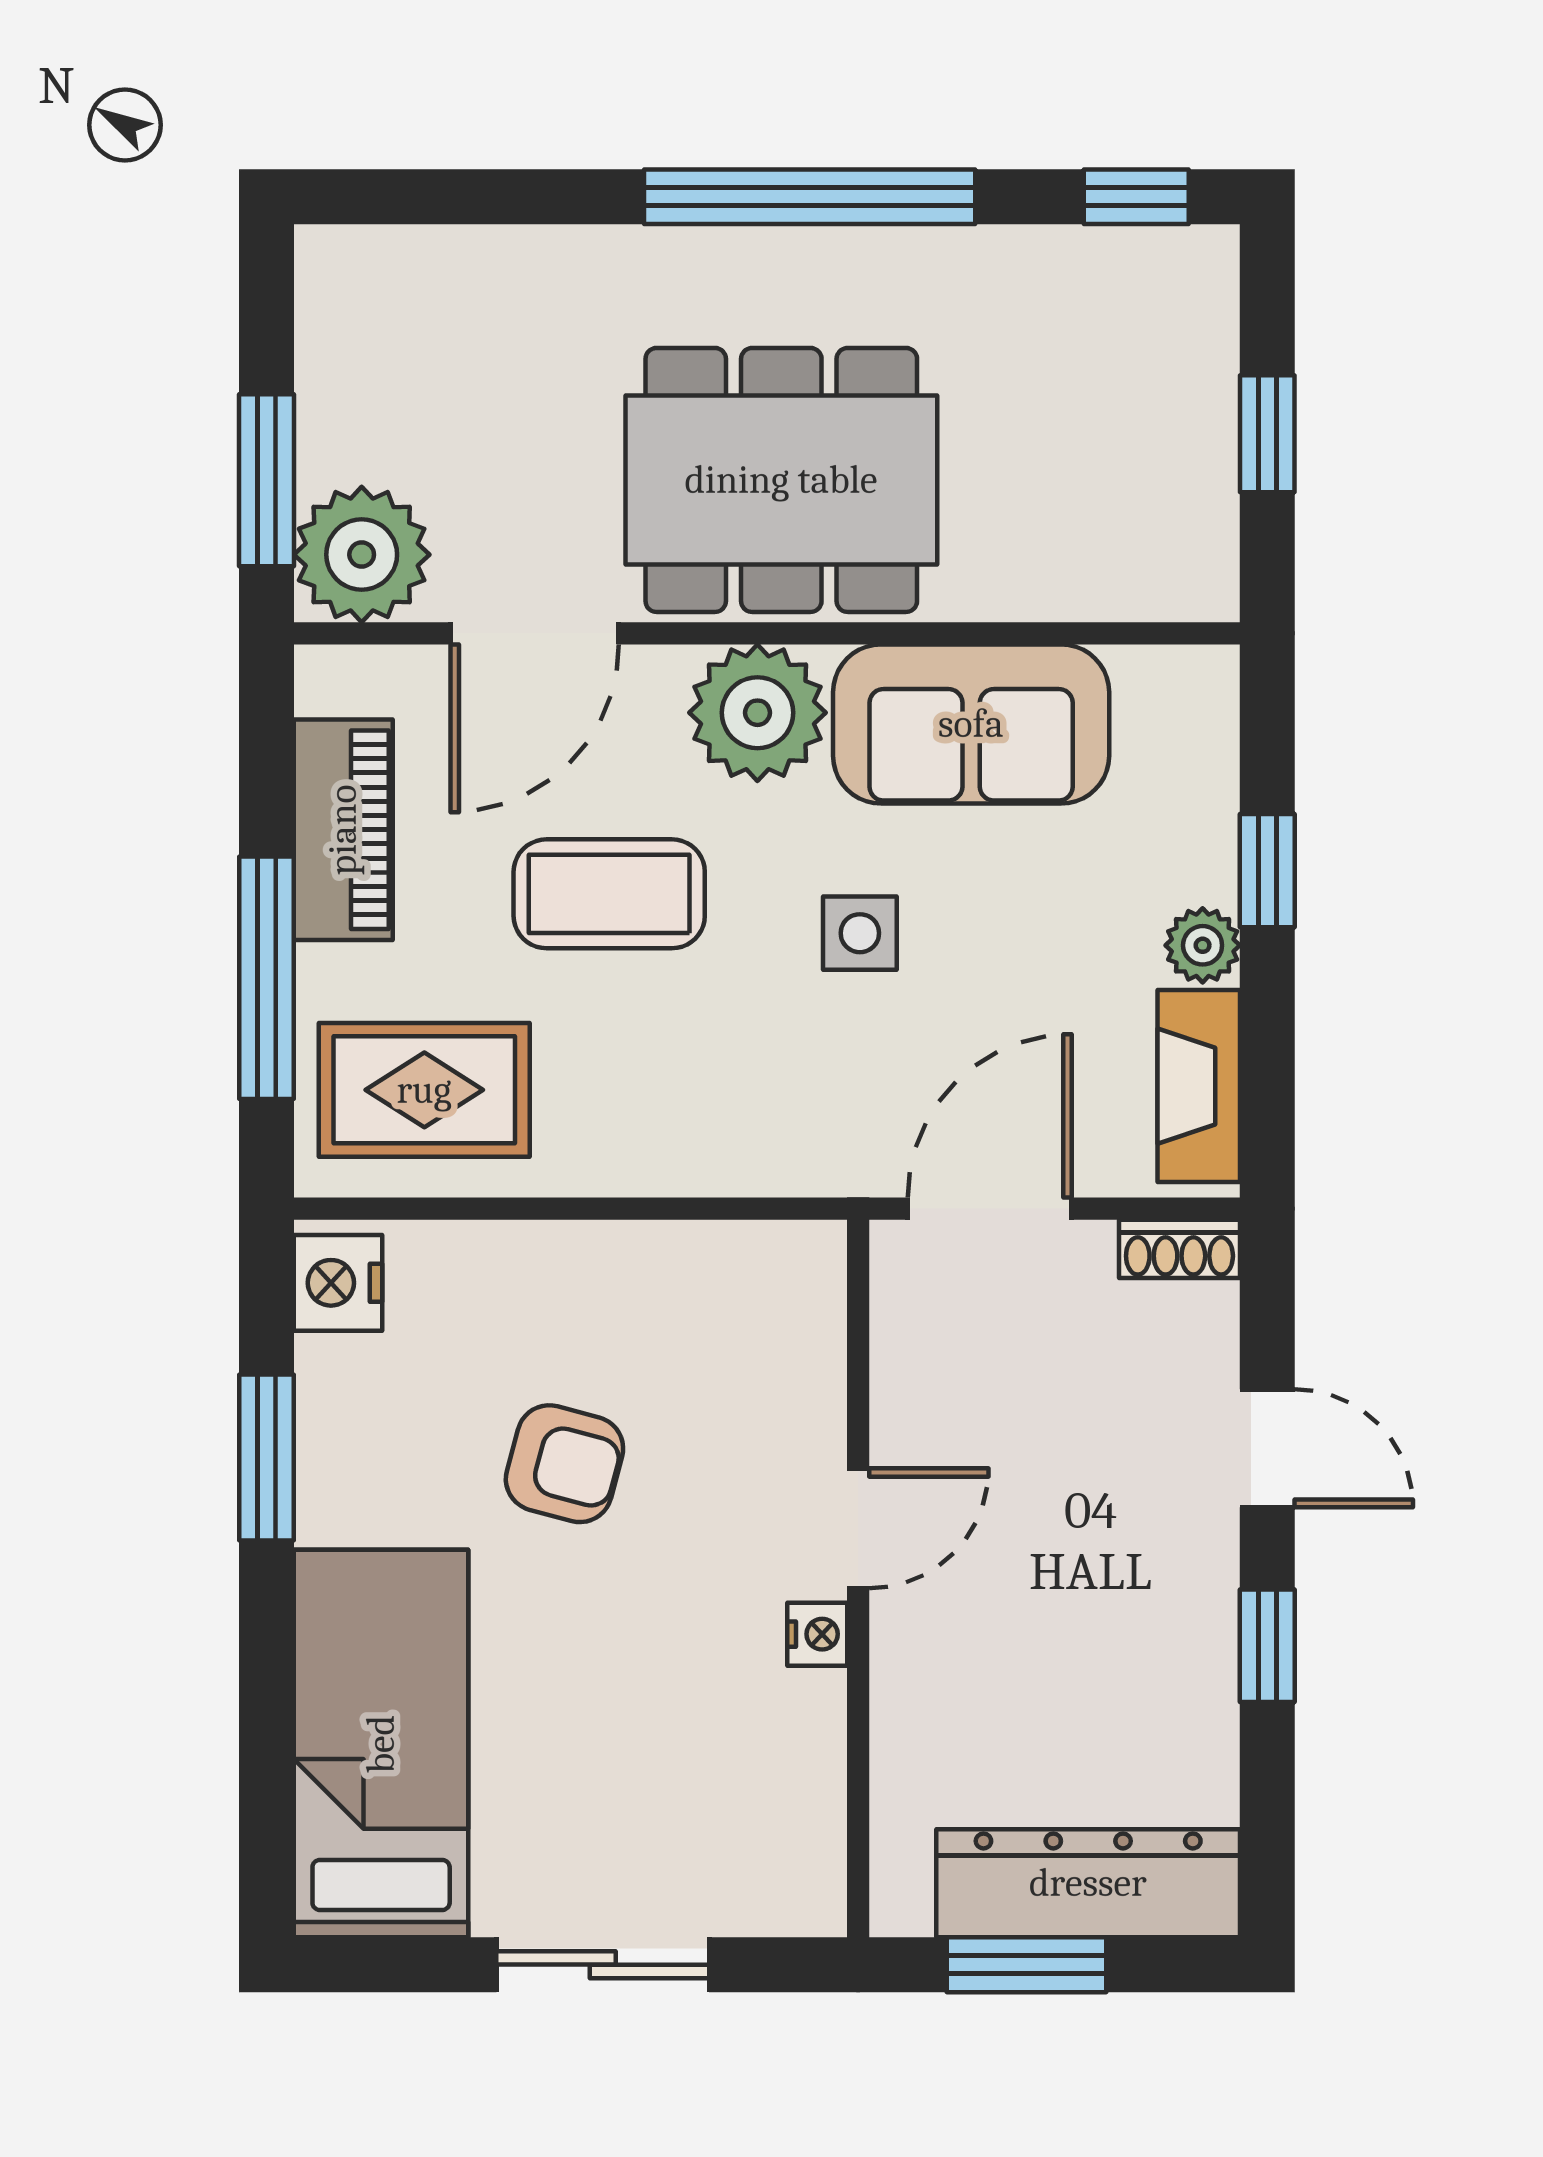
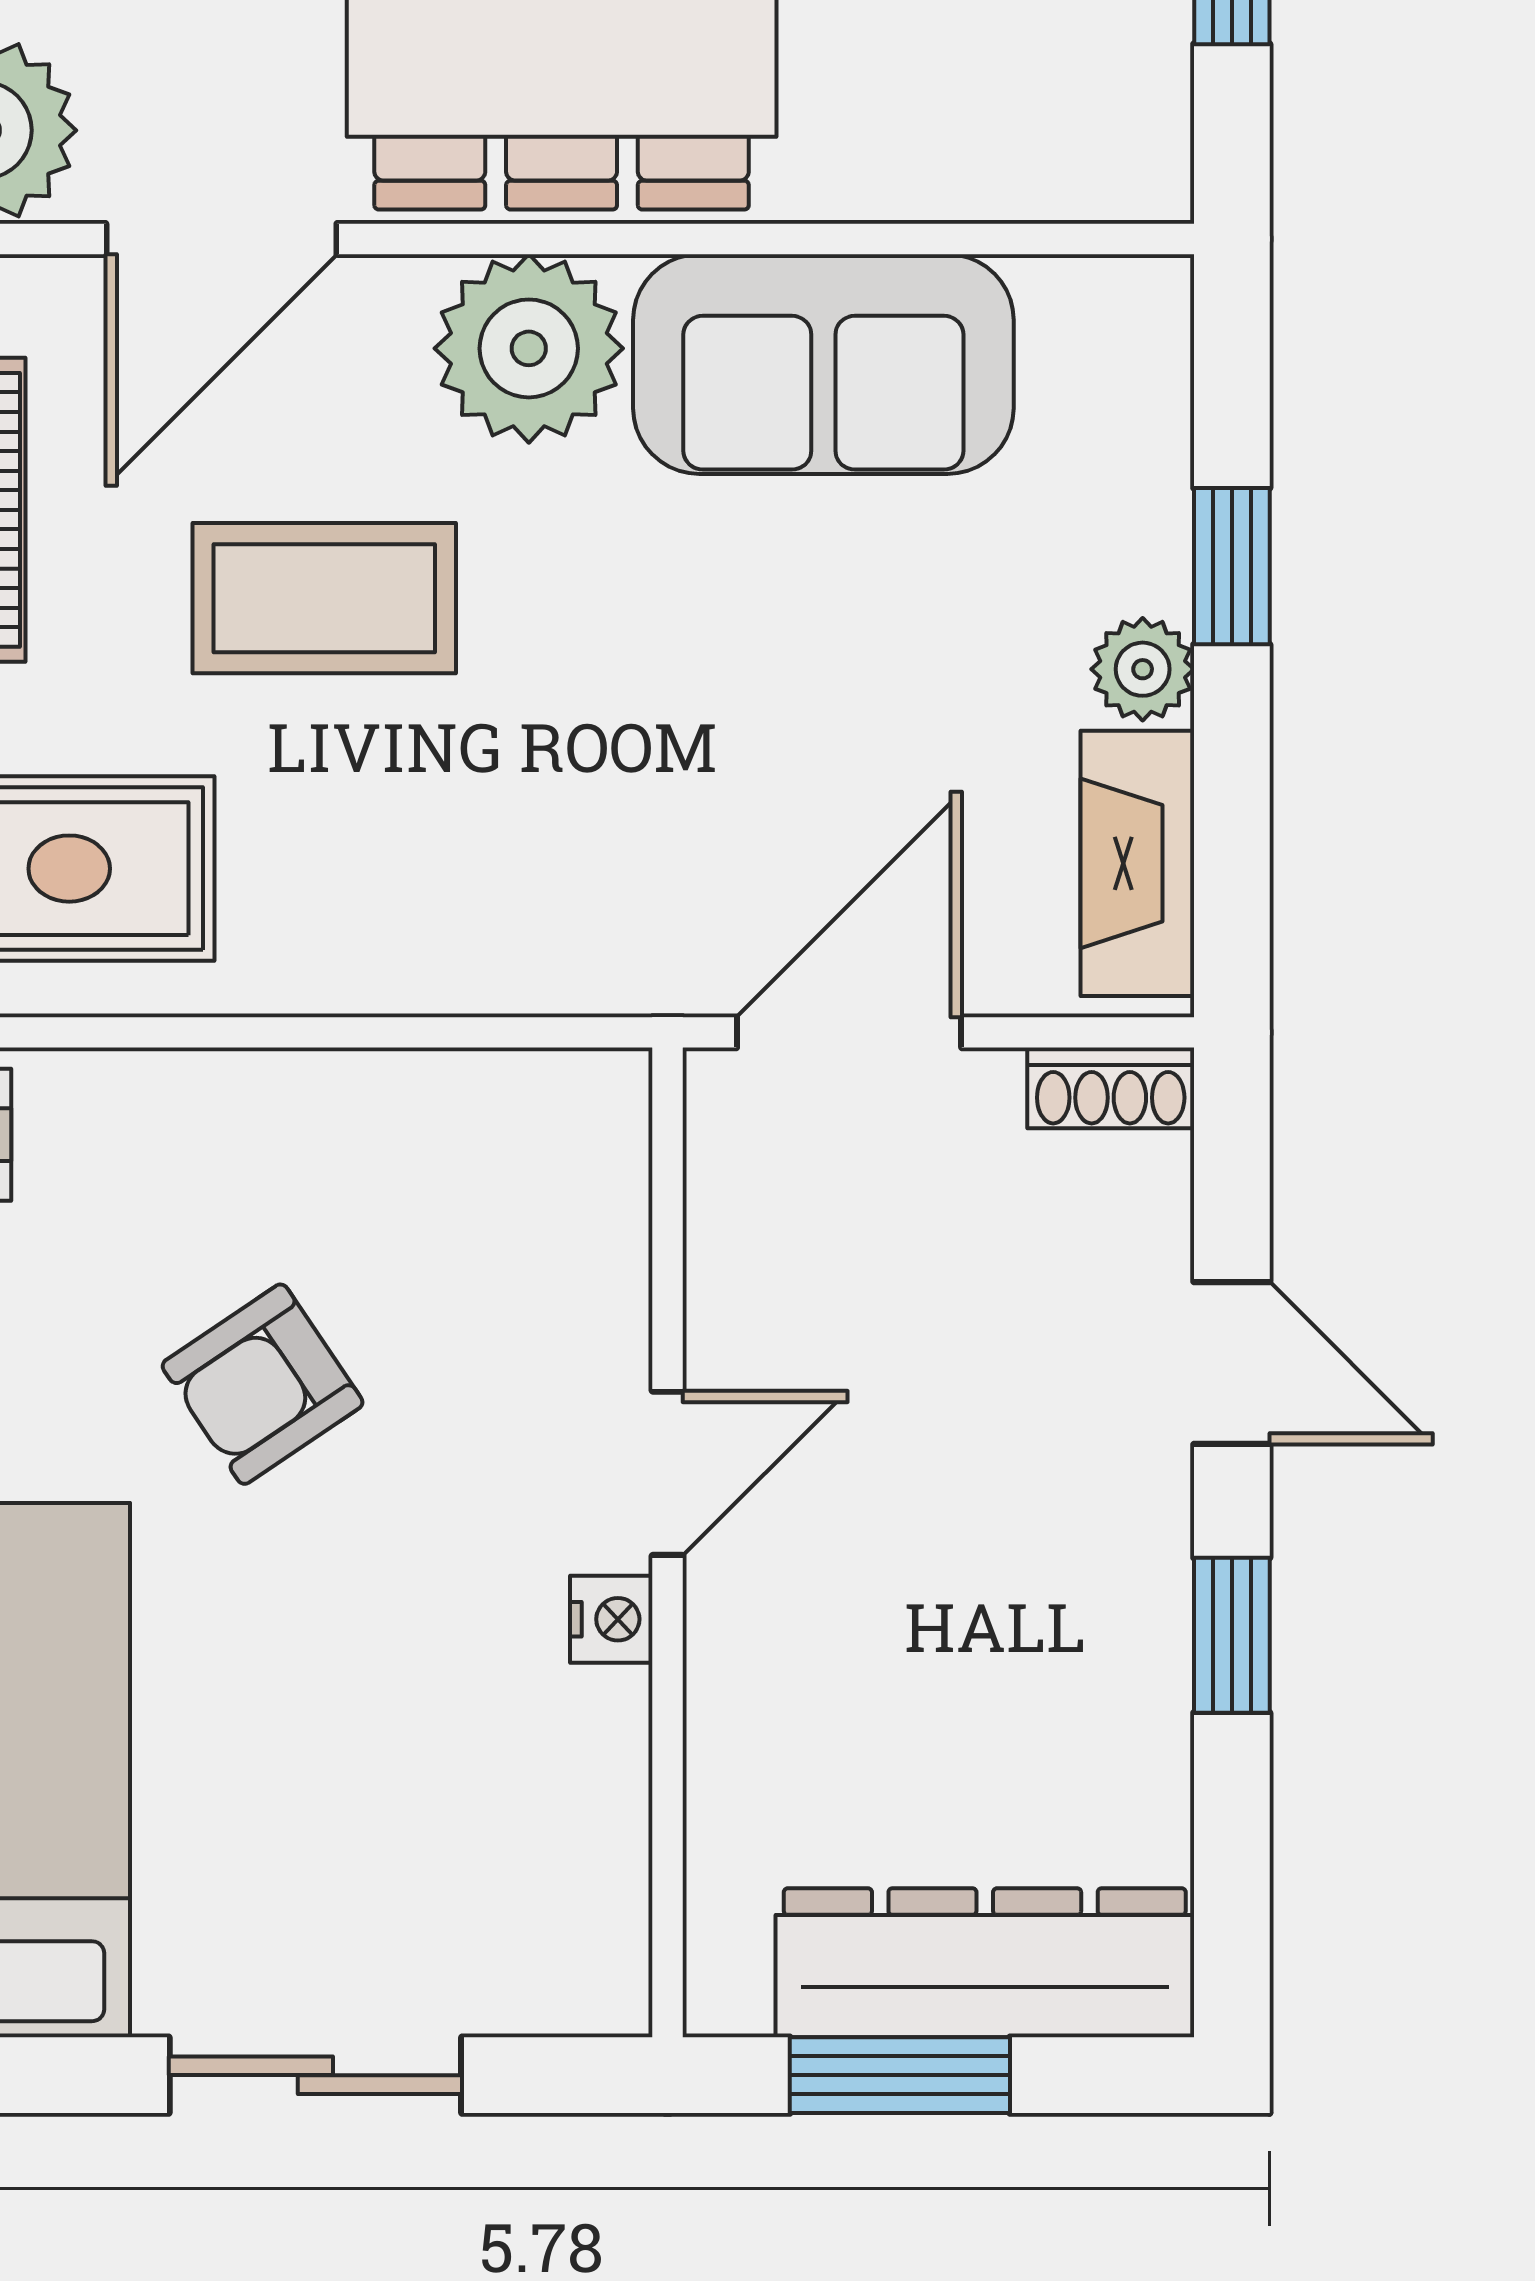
side table: (860, 933) -> (670, 653), removed
armchair: (564, 1464) -> (263, 1384), turned 131

